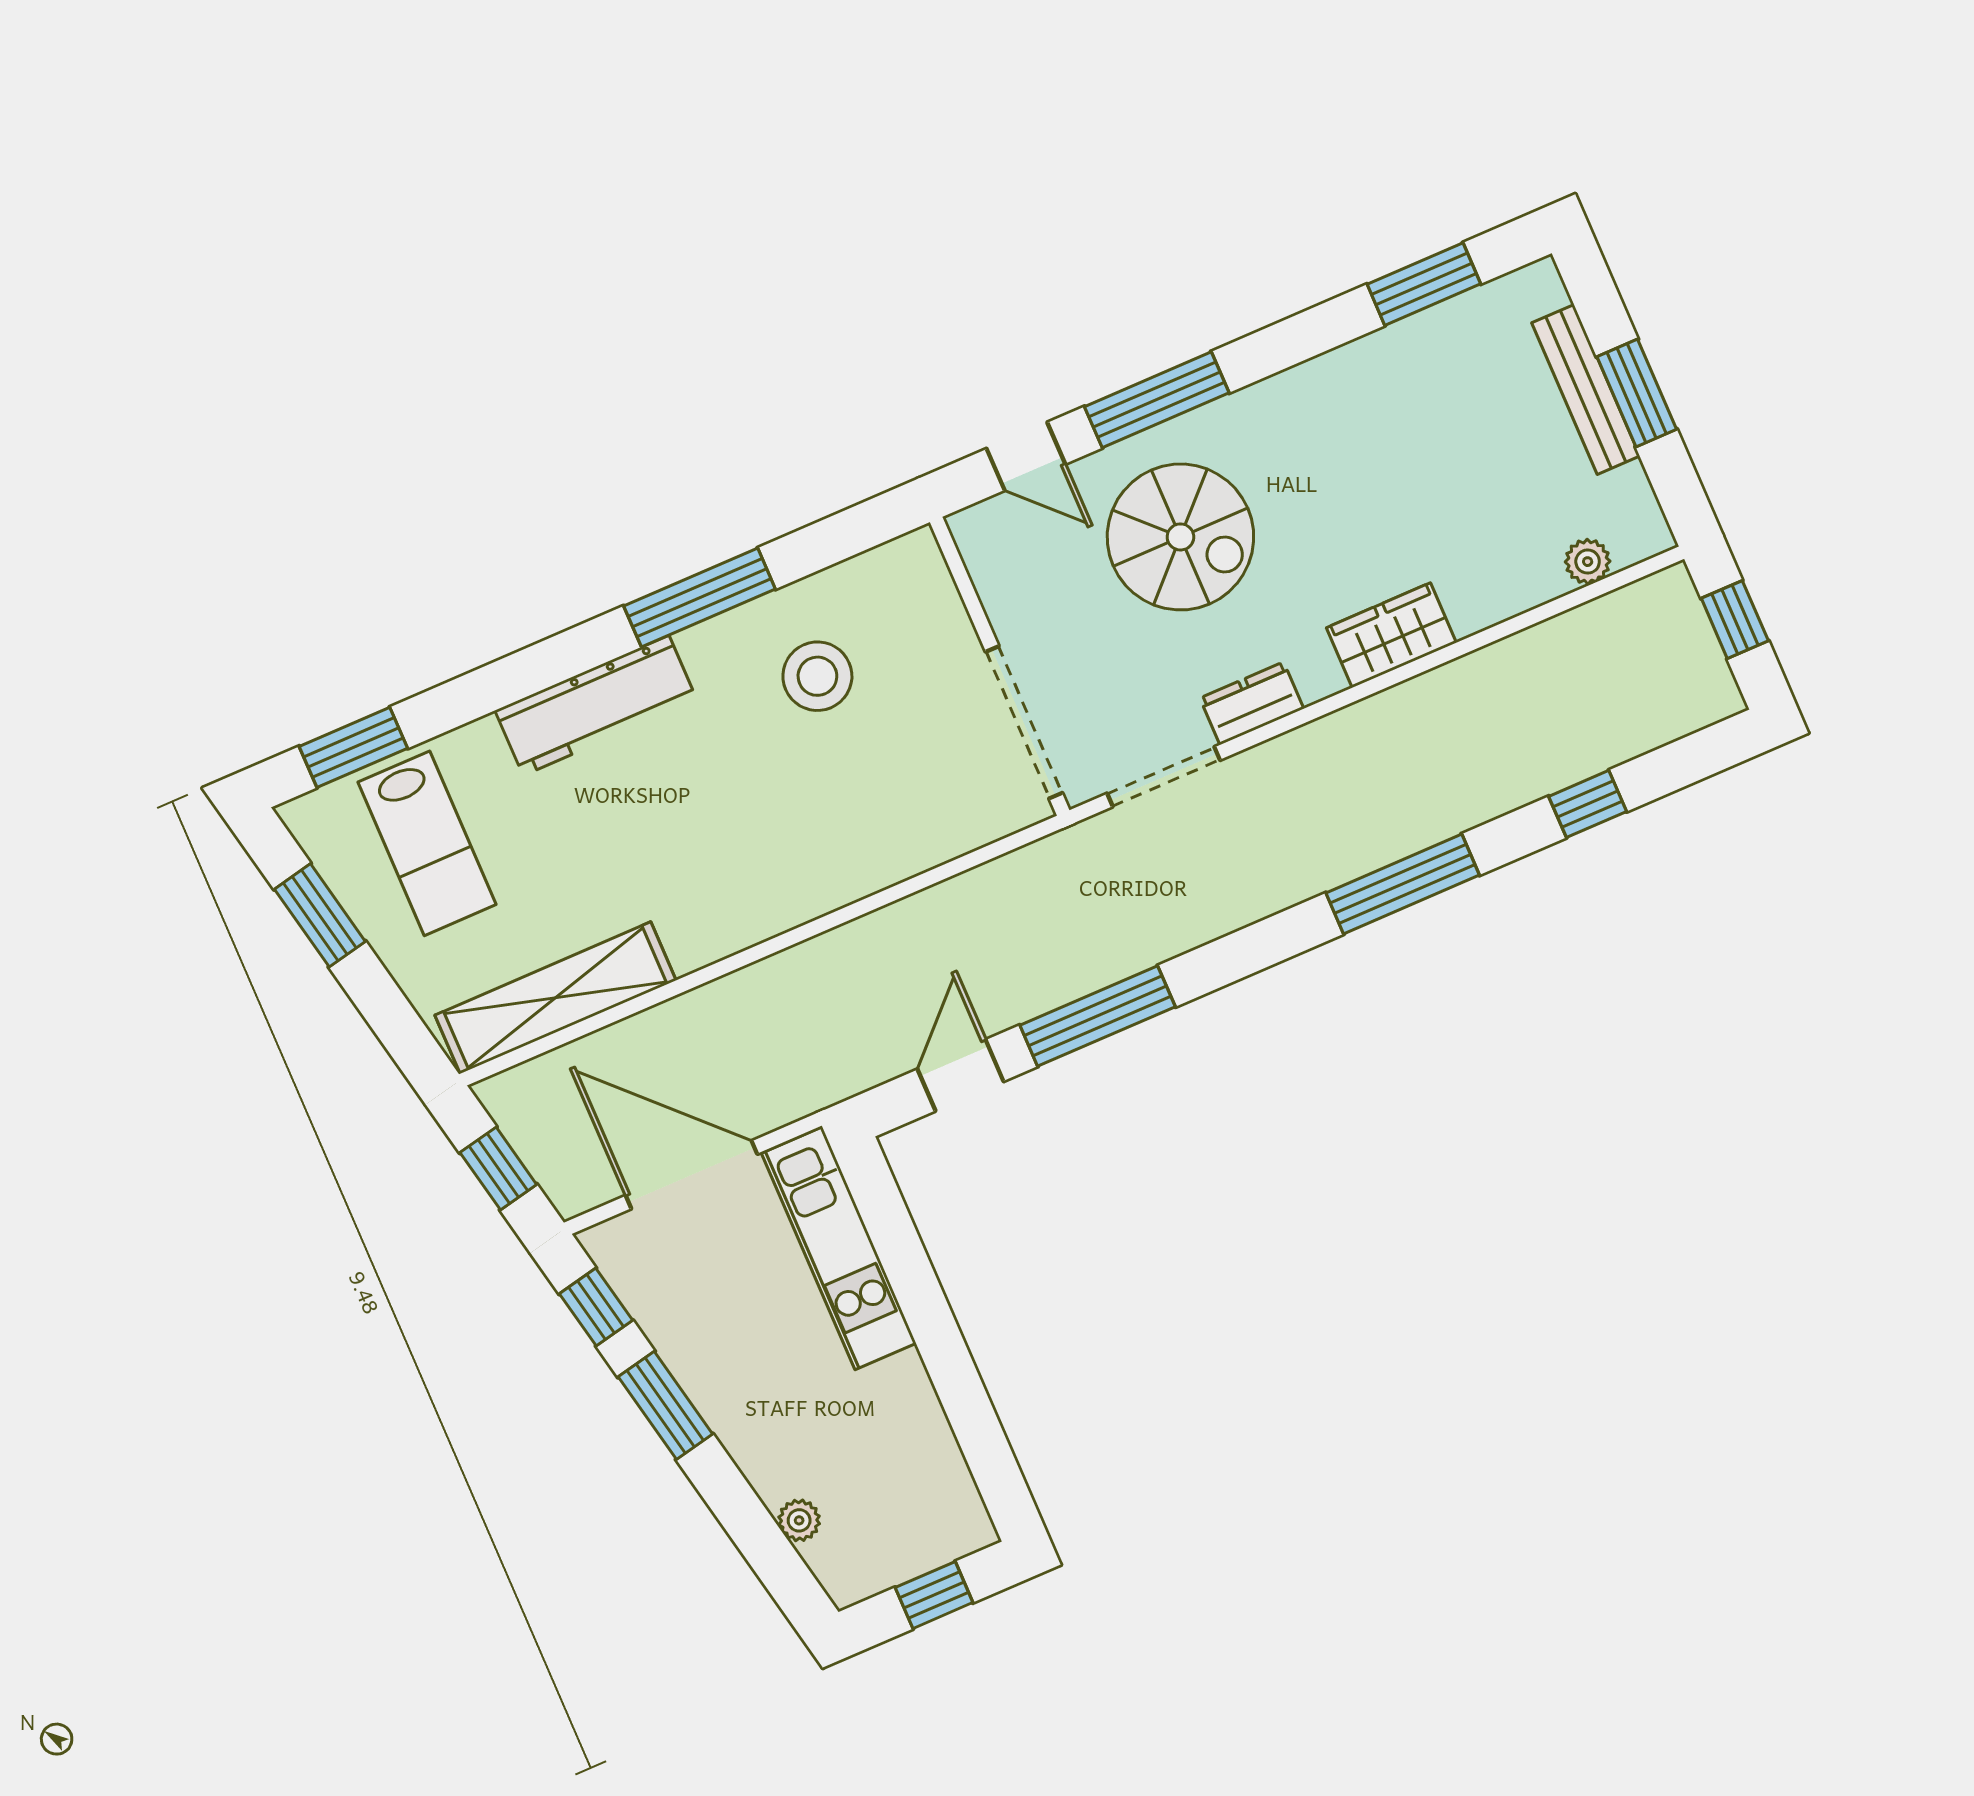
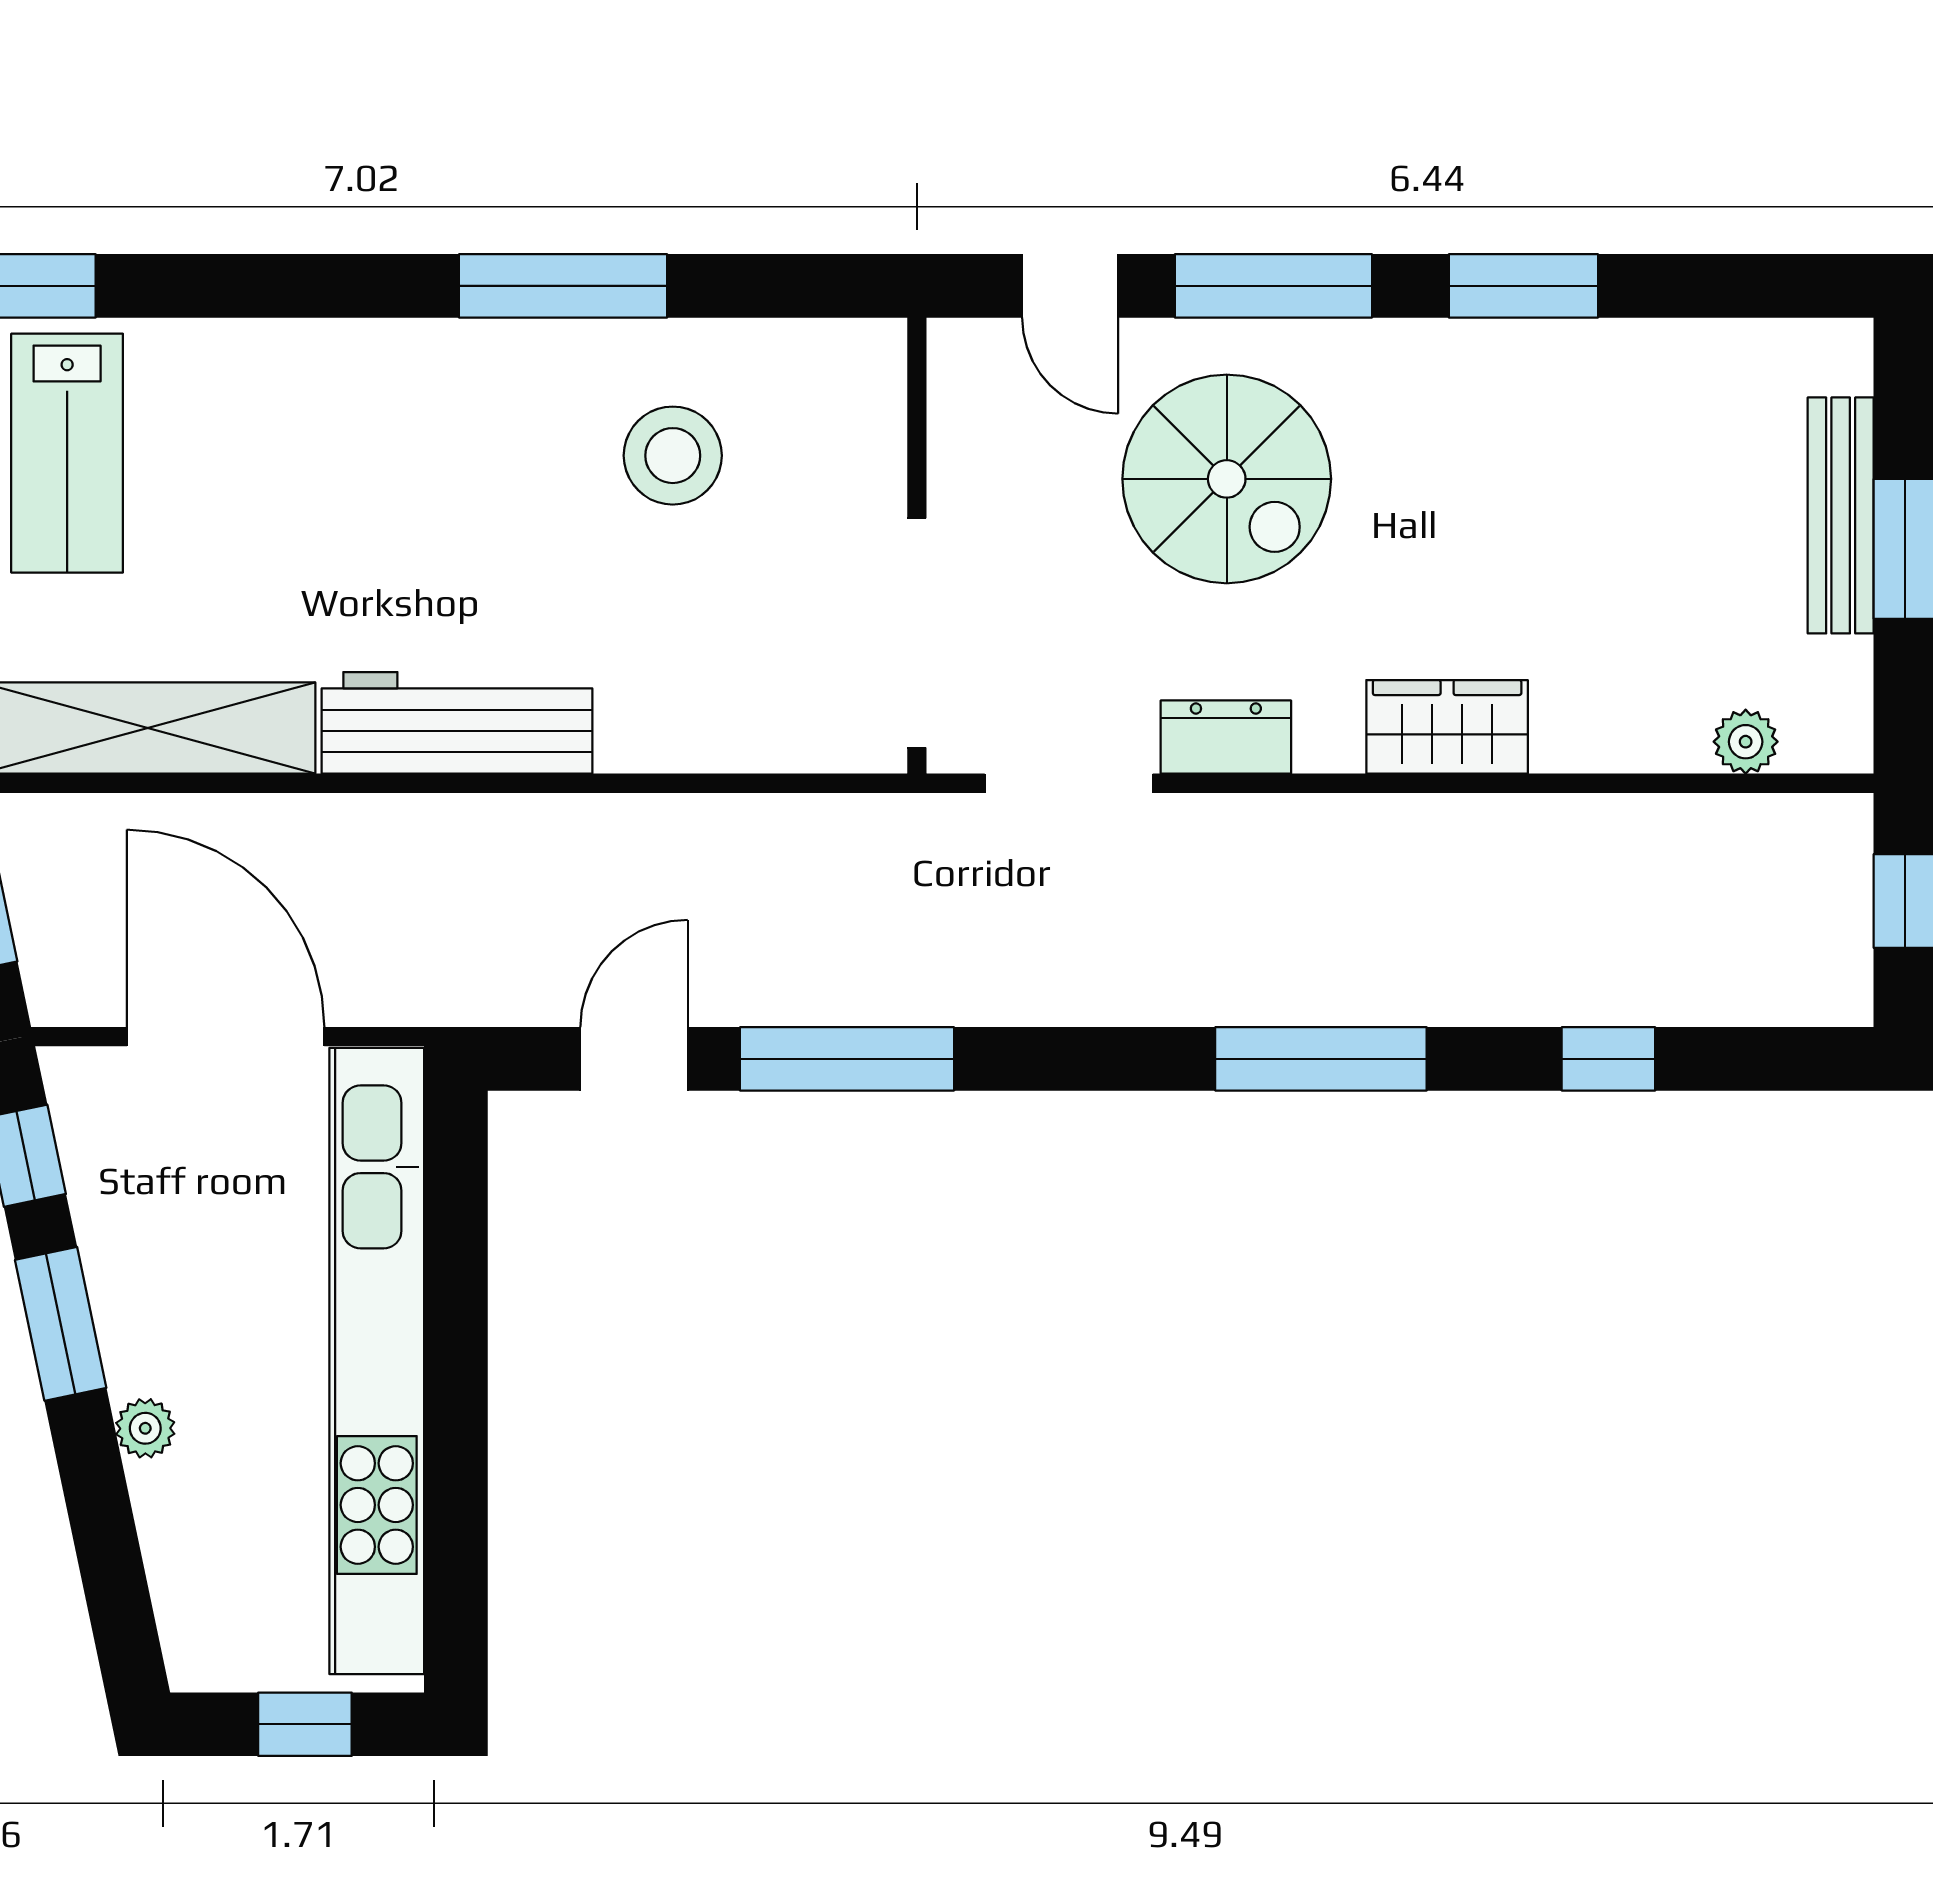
window: (1424, 284) -> (1523, 286), moved
workbench: (596, 705) -> (457, 723), moved, turned 180
kitchen unit: (839, 1248) -> (377, 1361), width x1.86
plant: (799, 1520) -> (145, 1428), moved

